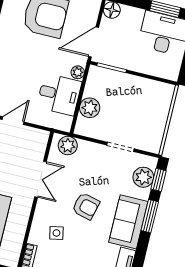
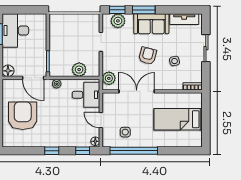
desk: (59, 94) -> (86, 95), moved, turned 90
double door: (40, 179) -> (137, 91), width x1.37
side table: (56, 233) -> (175, 61), moved

